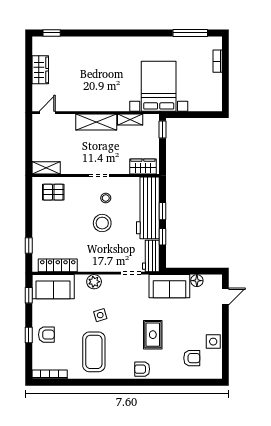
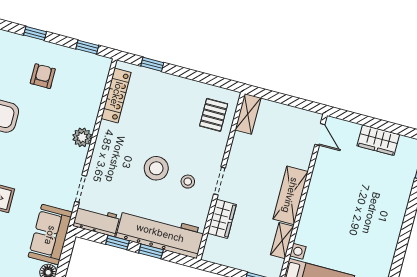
wardrobe: (143, 167) -> (222, 219), moved
sofa: (53, 287) -> (90, 82), removed
side table: (100, 315) -> (36, 134), removed
armchair: (46, 335) -> (43, 76), moved, turned 180

